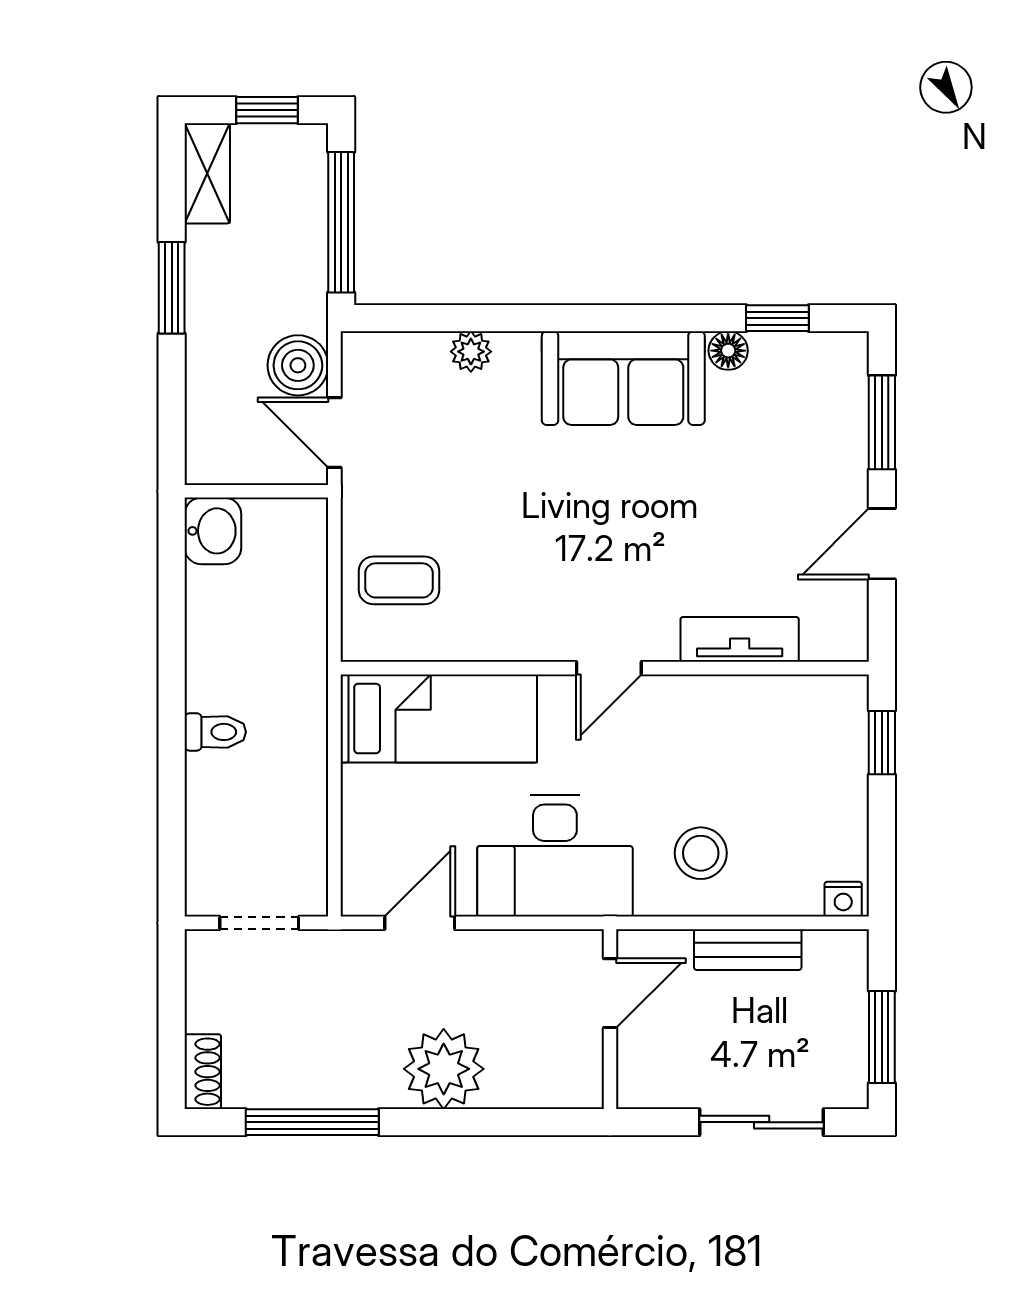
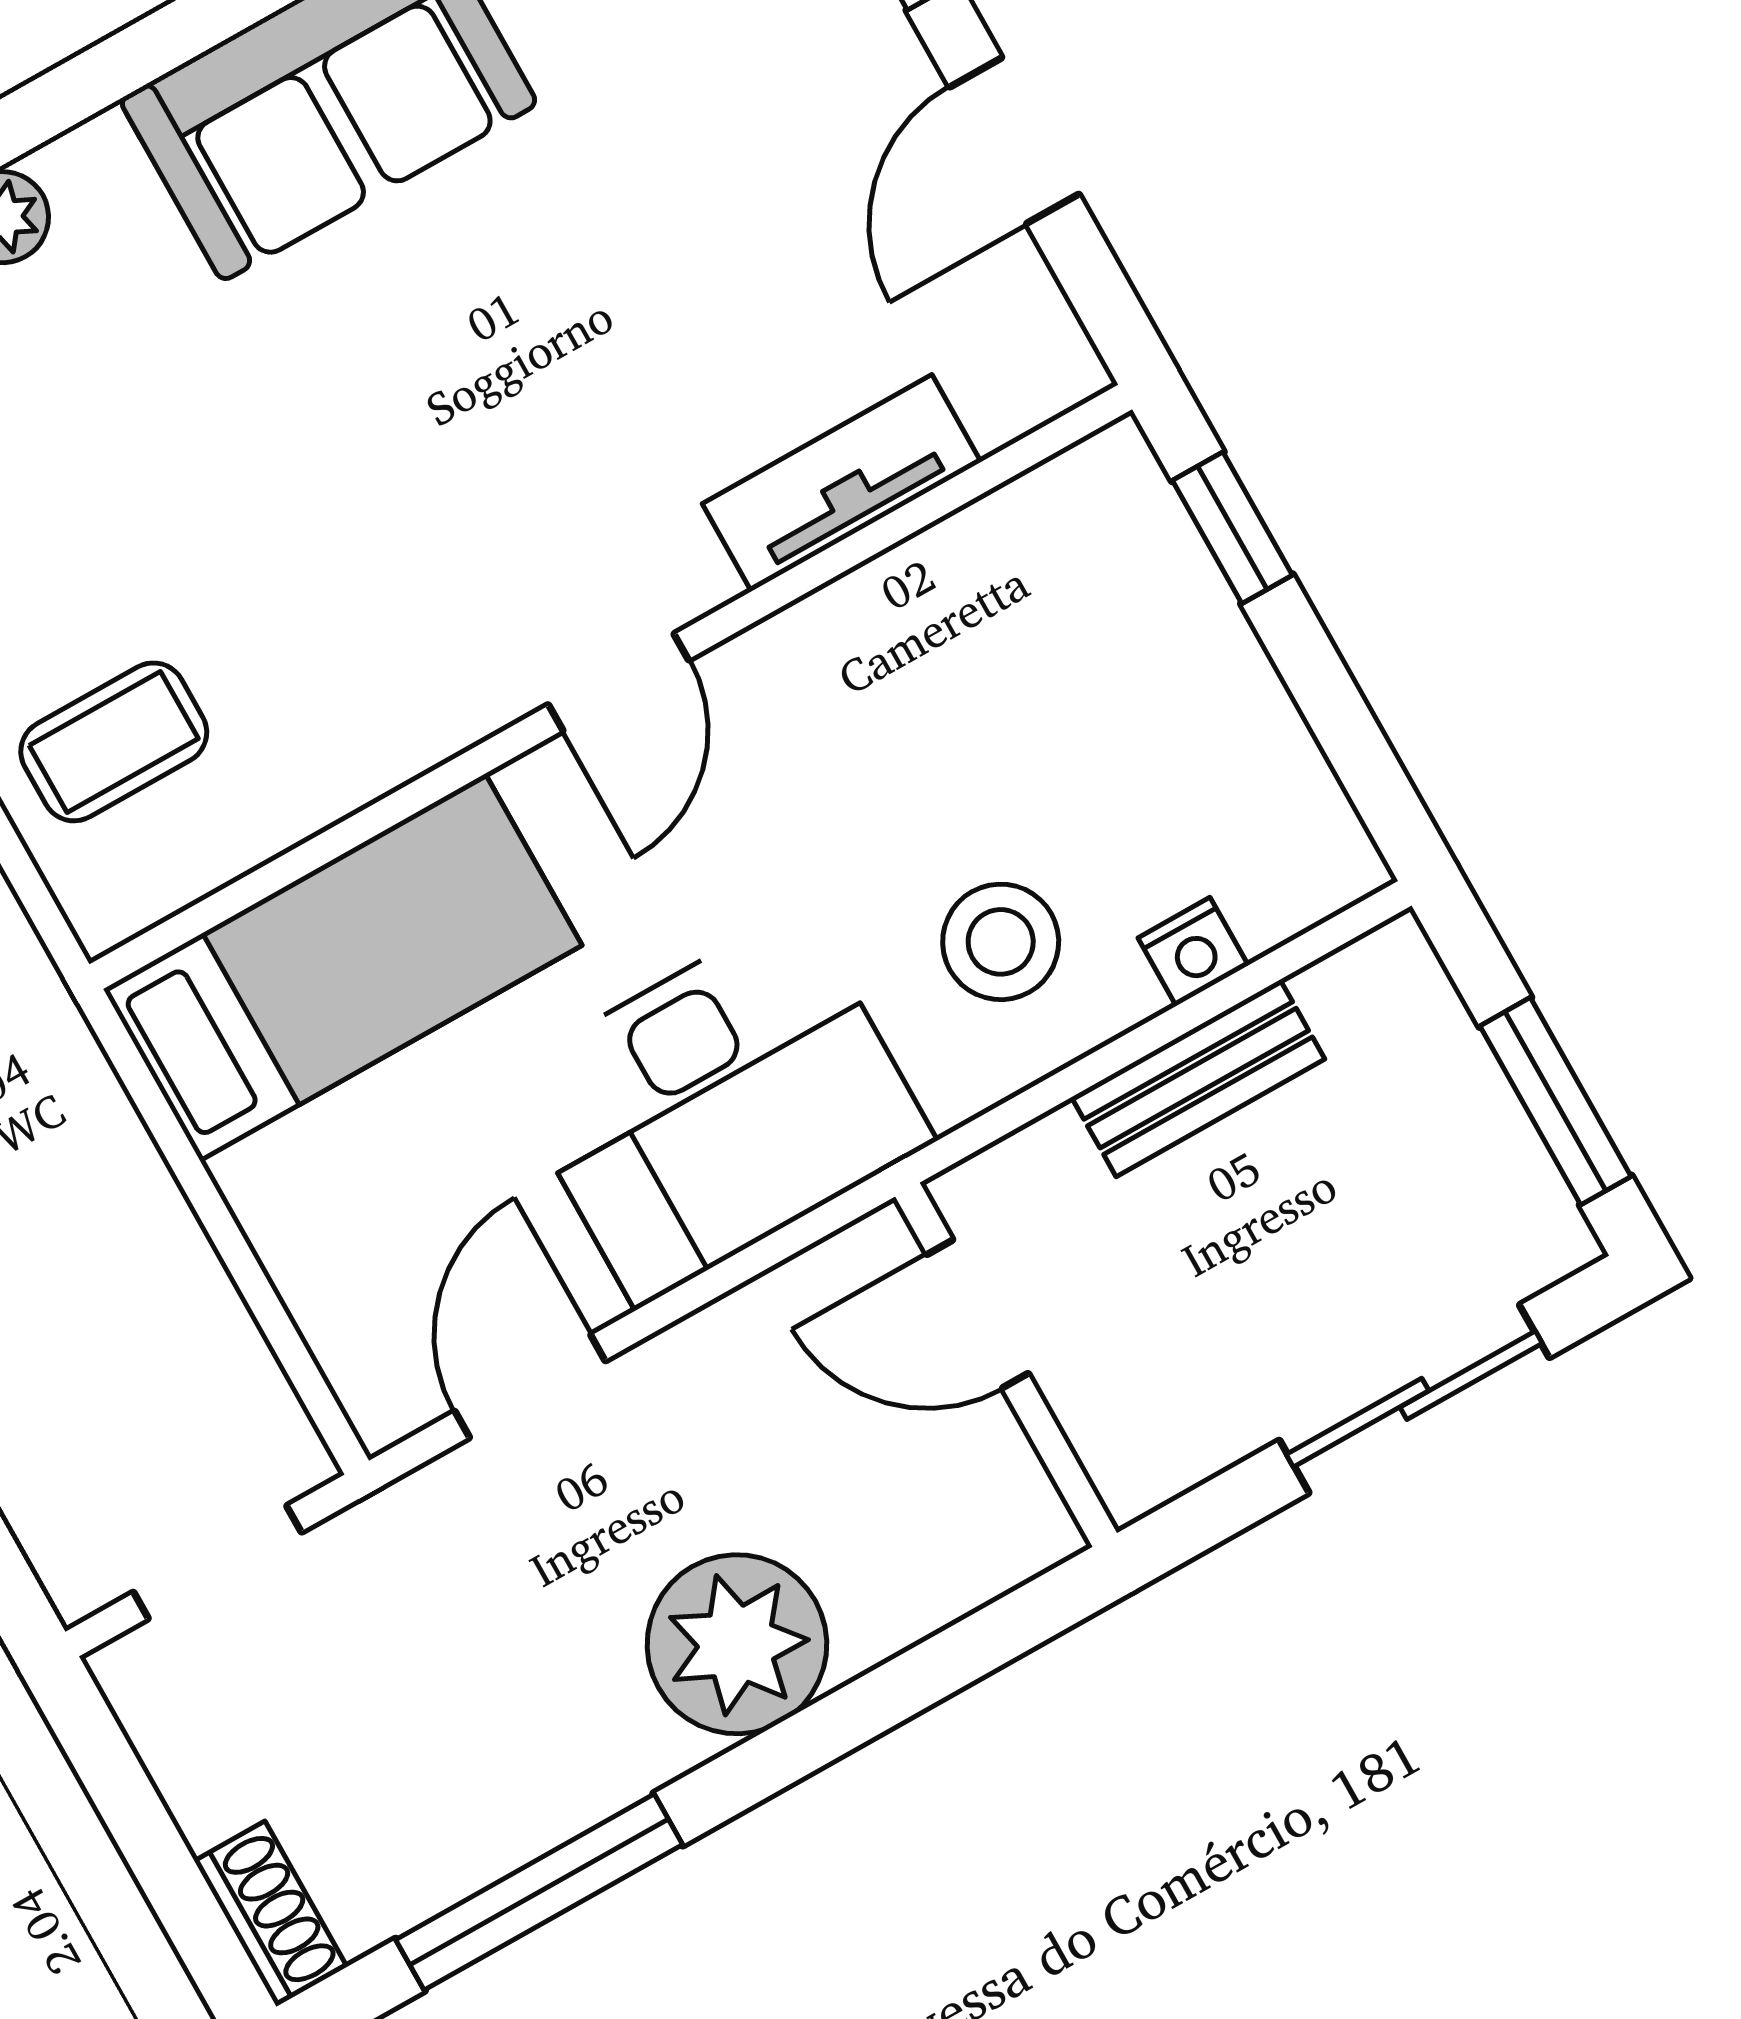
nightstand: (843, 899) -> (1193, 952), moved
door: (610, 993) -> (977, 1314), swing flipped

